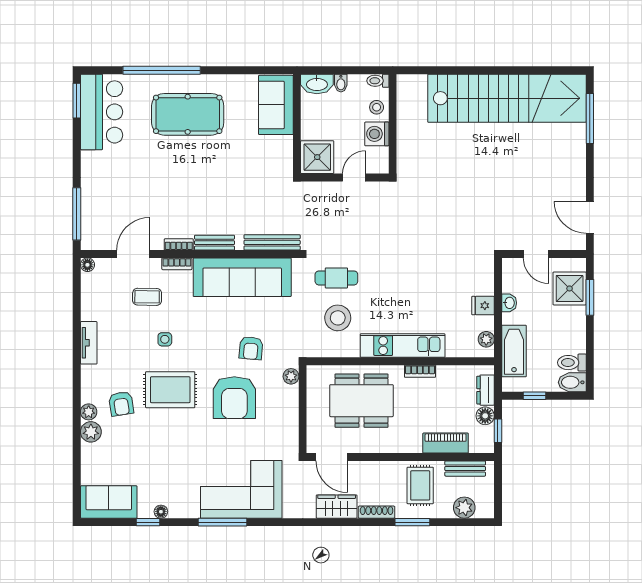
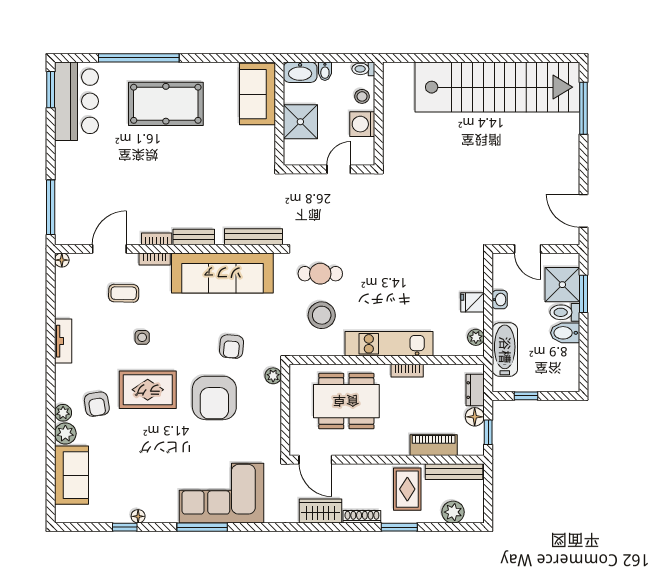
shower: (317, 157) -> (300, 122), moved
toilet: (572, 363) -> (565, 312), moved
bidet: (572, 382) -> (565, 333), moved
bench: (465, 469) -> (454, 472), width x1.36
sofa: (109, 502) -> (72, 475), moved, turned 90

